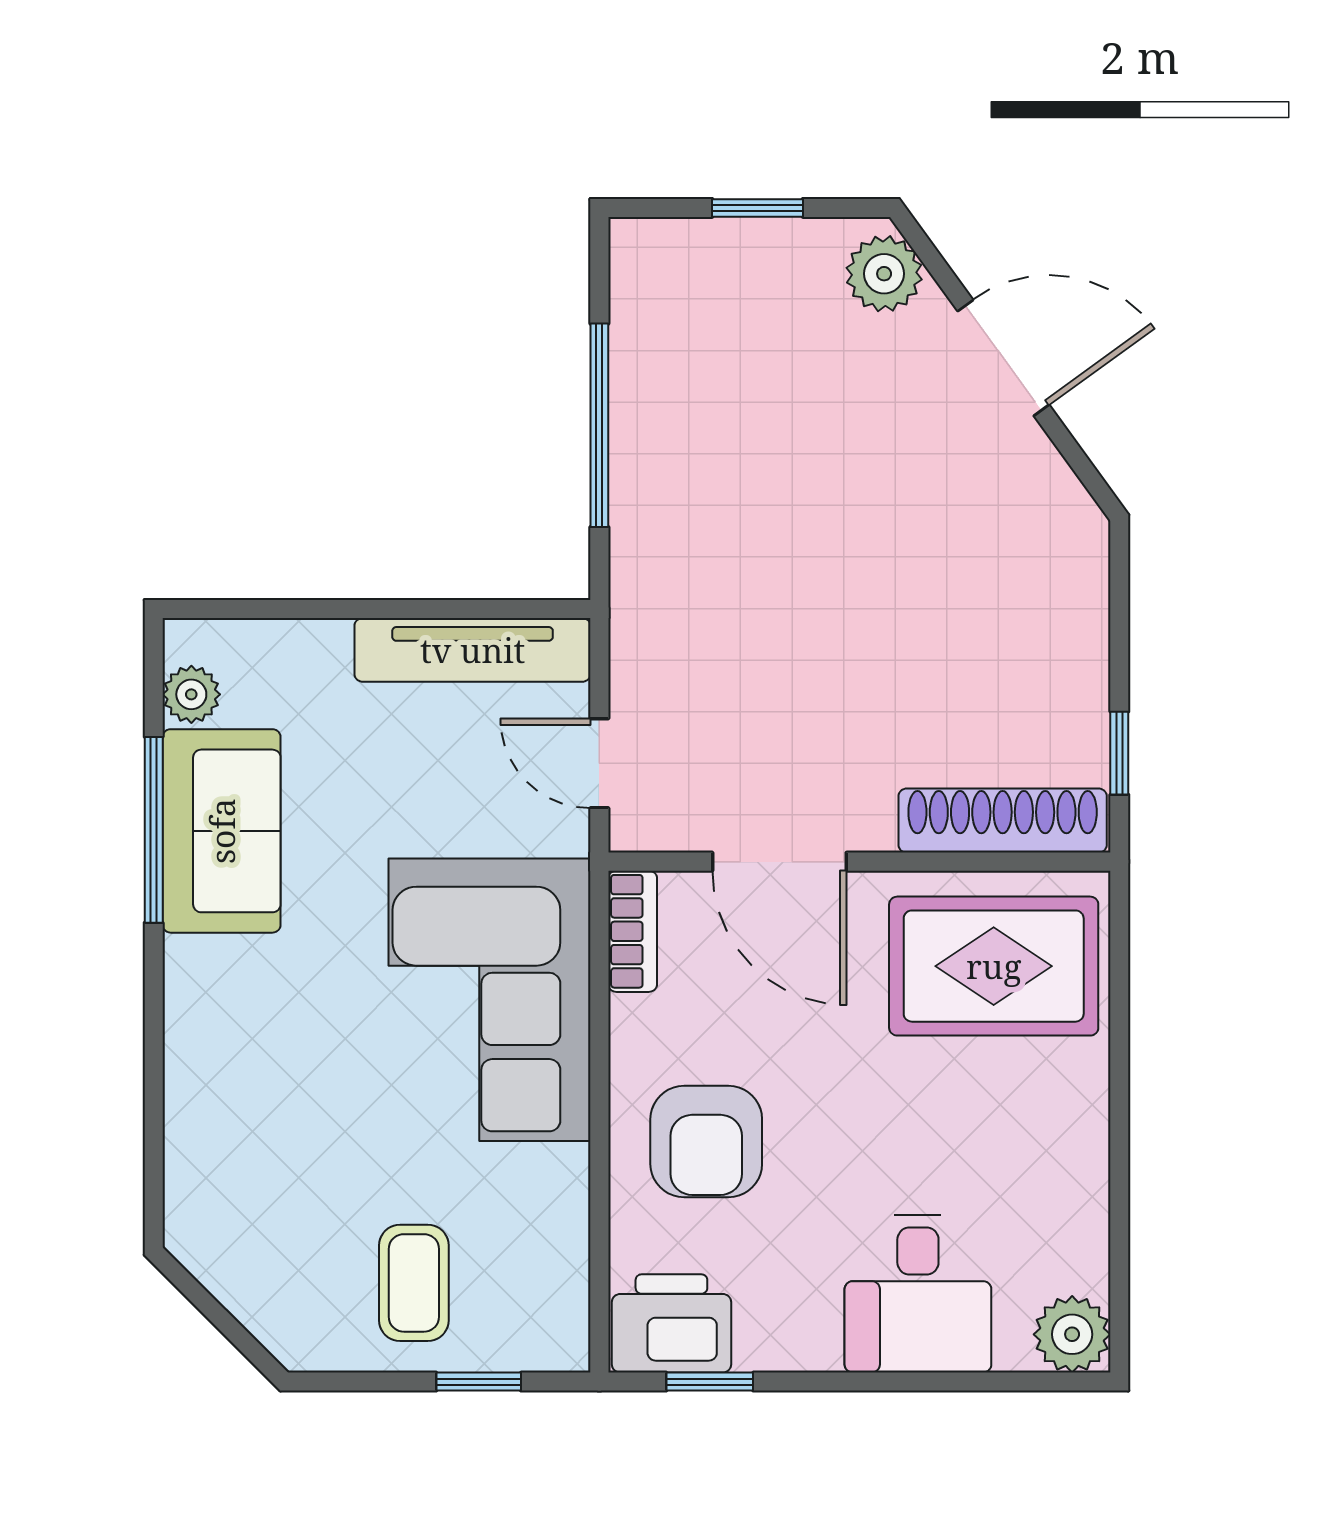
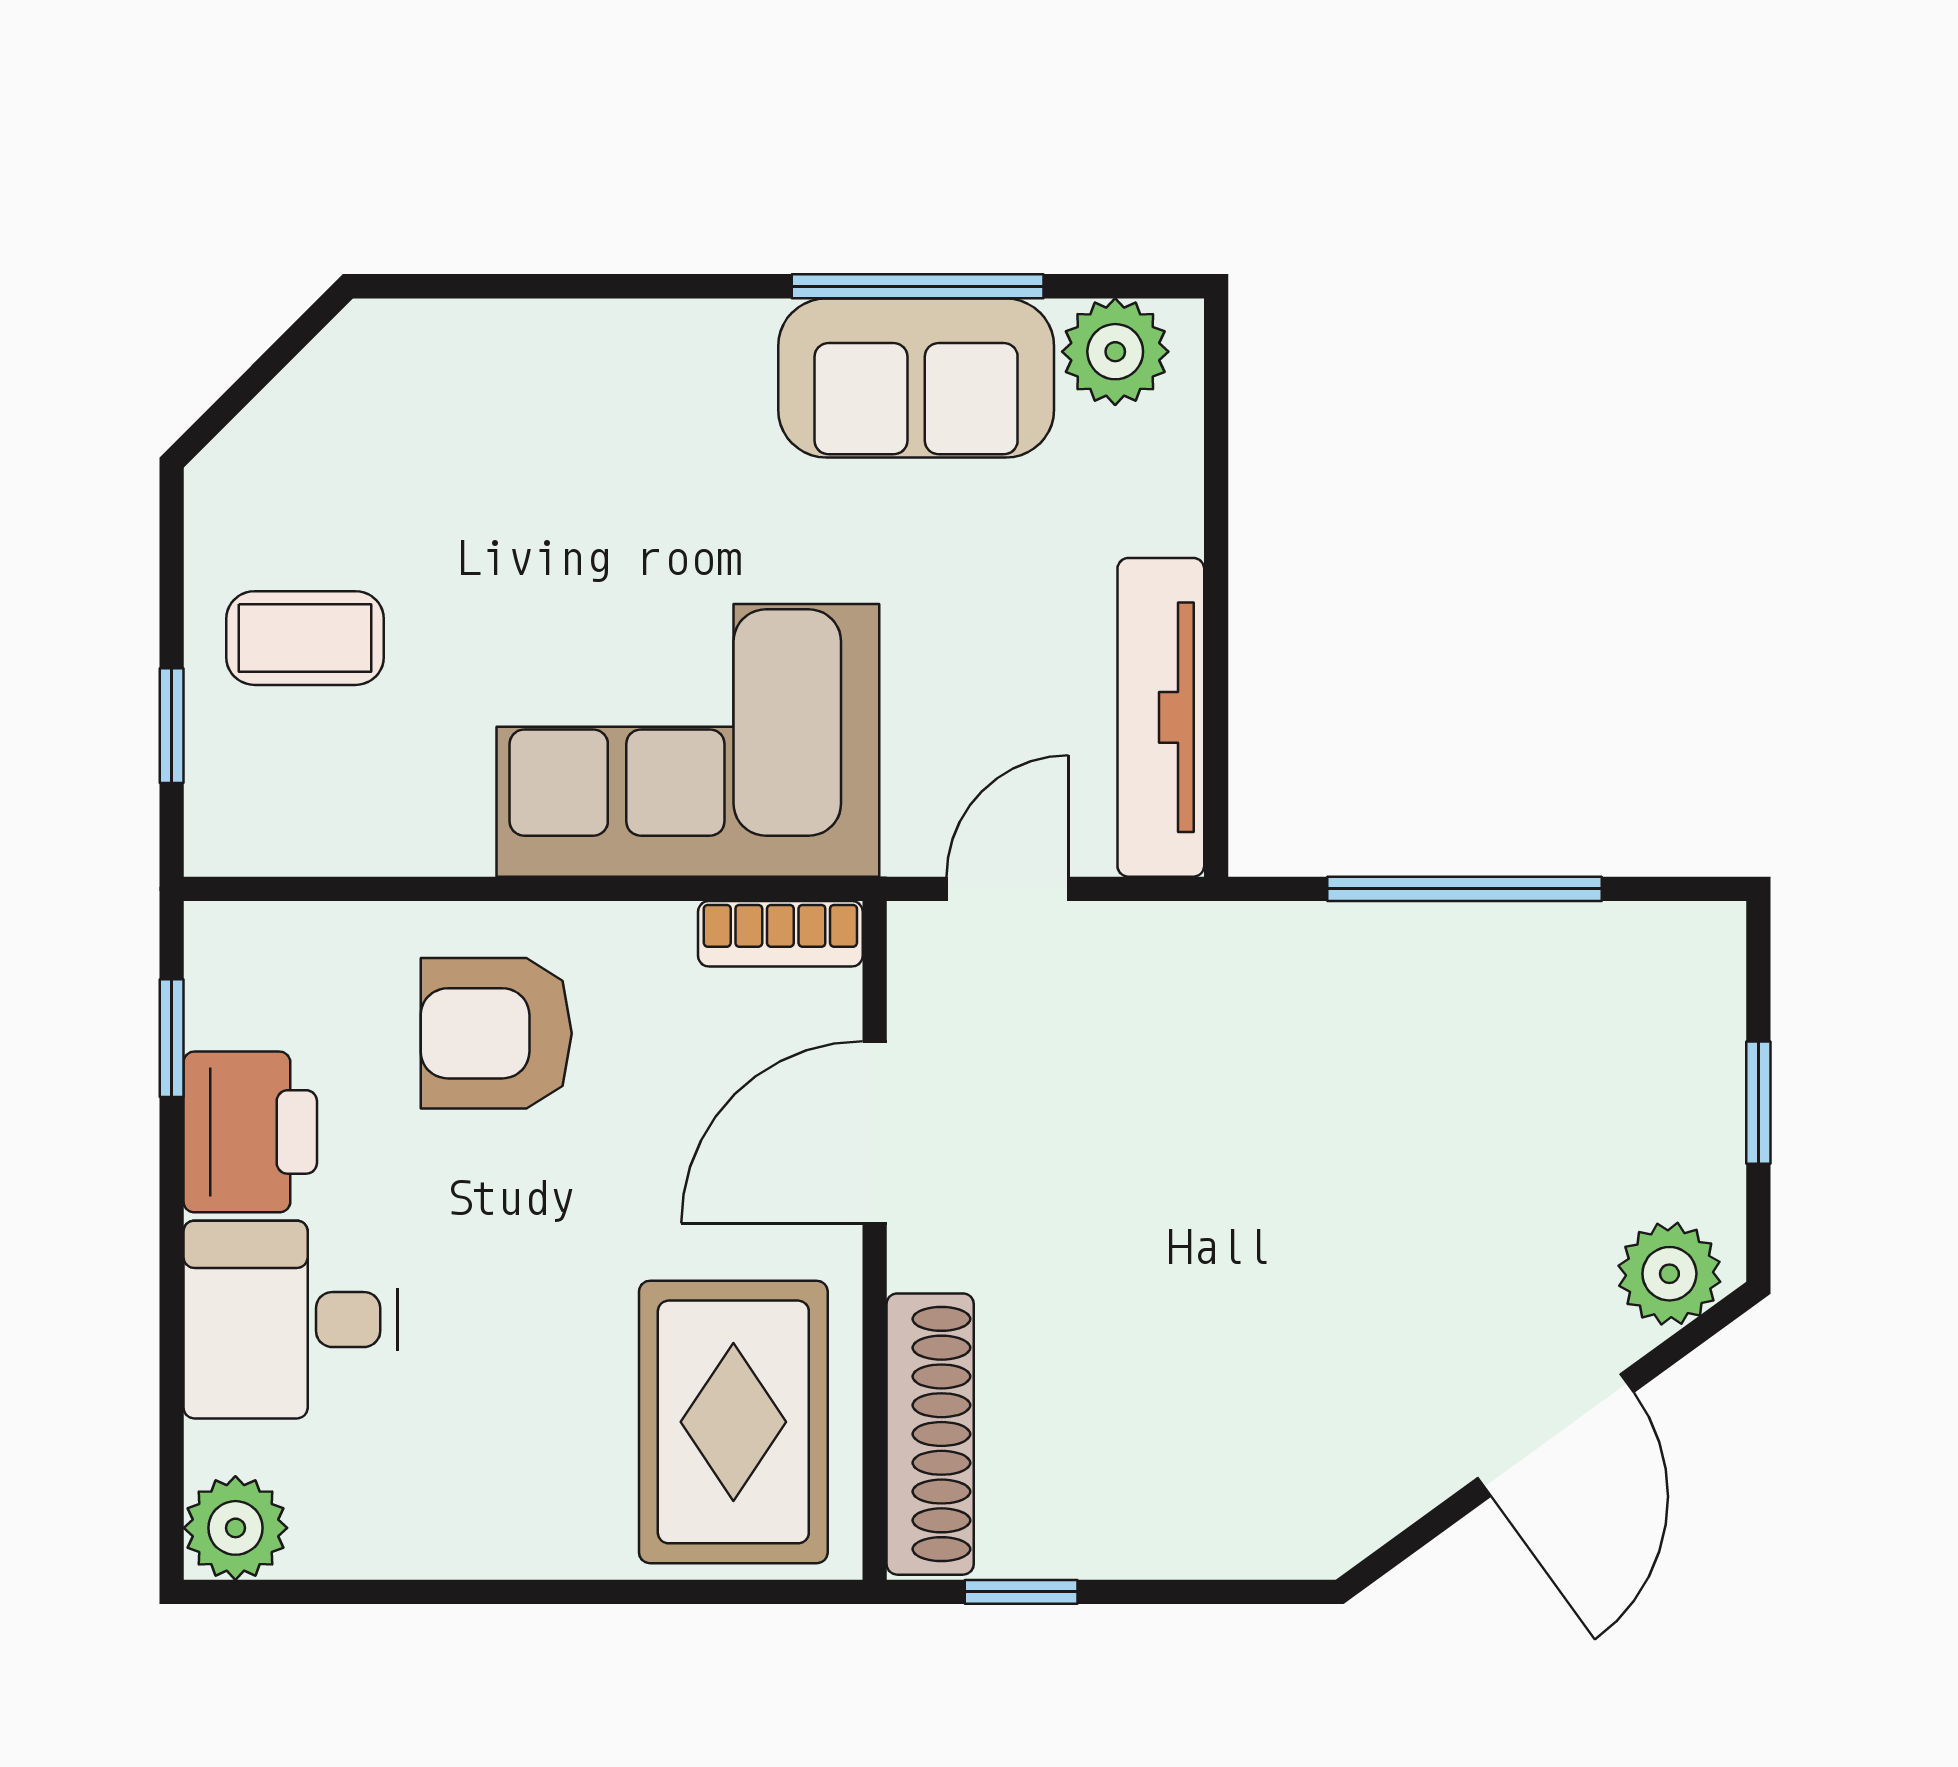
plant: (191, 694) -> (1115, 352), width x1.38, depth x1.38
printer: (671, 1323) -> (250, 1132), moved

